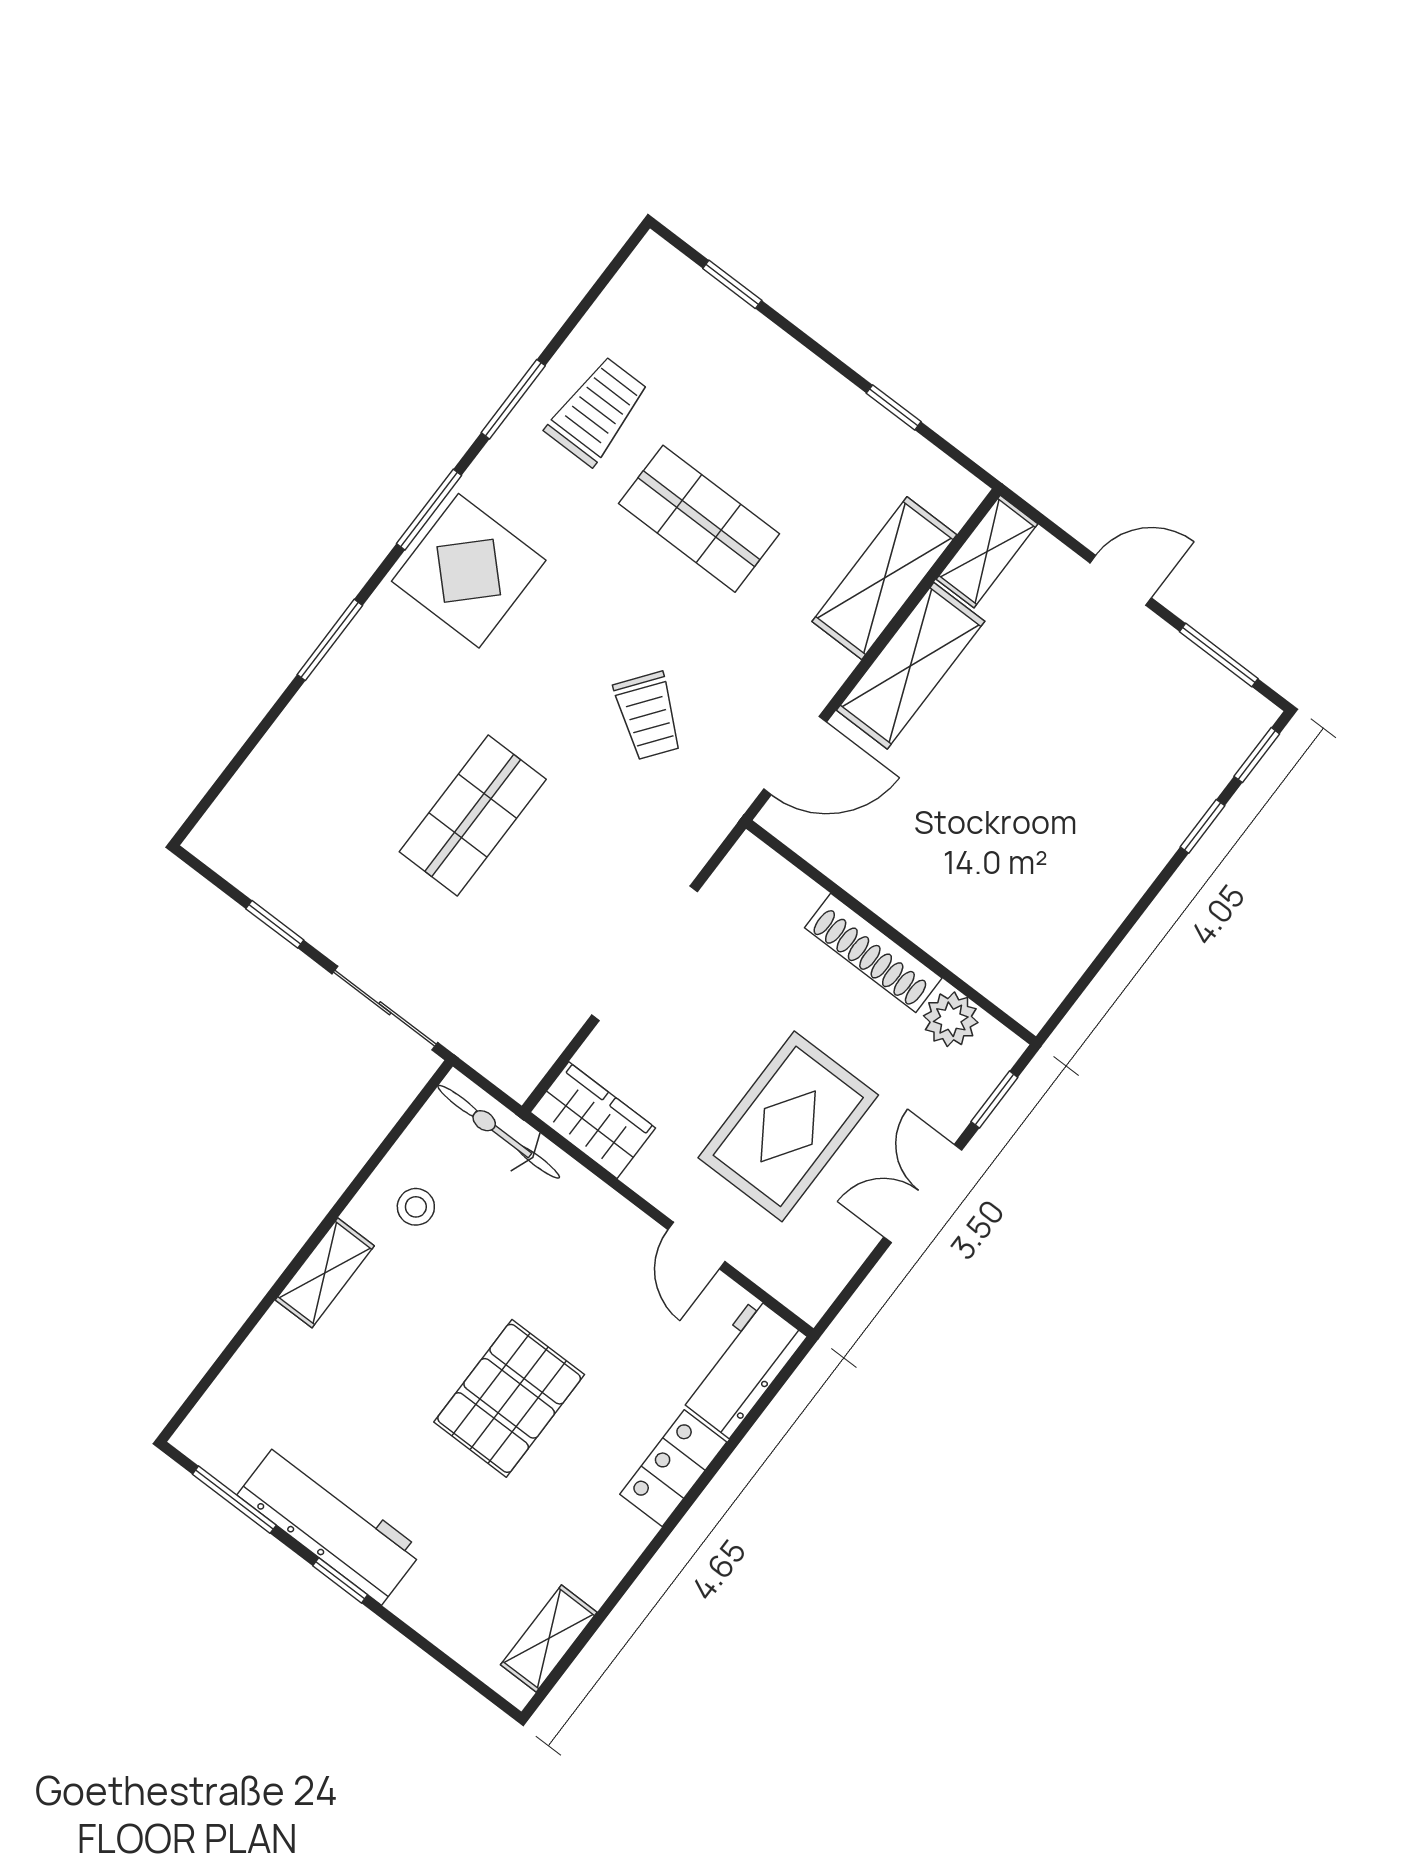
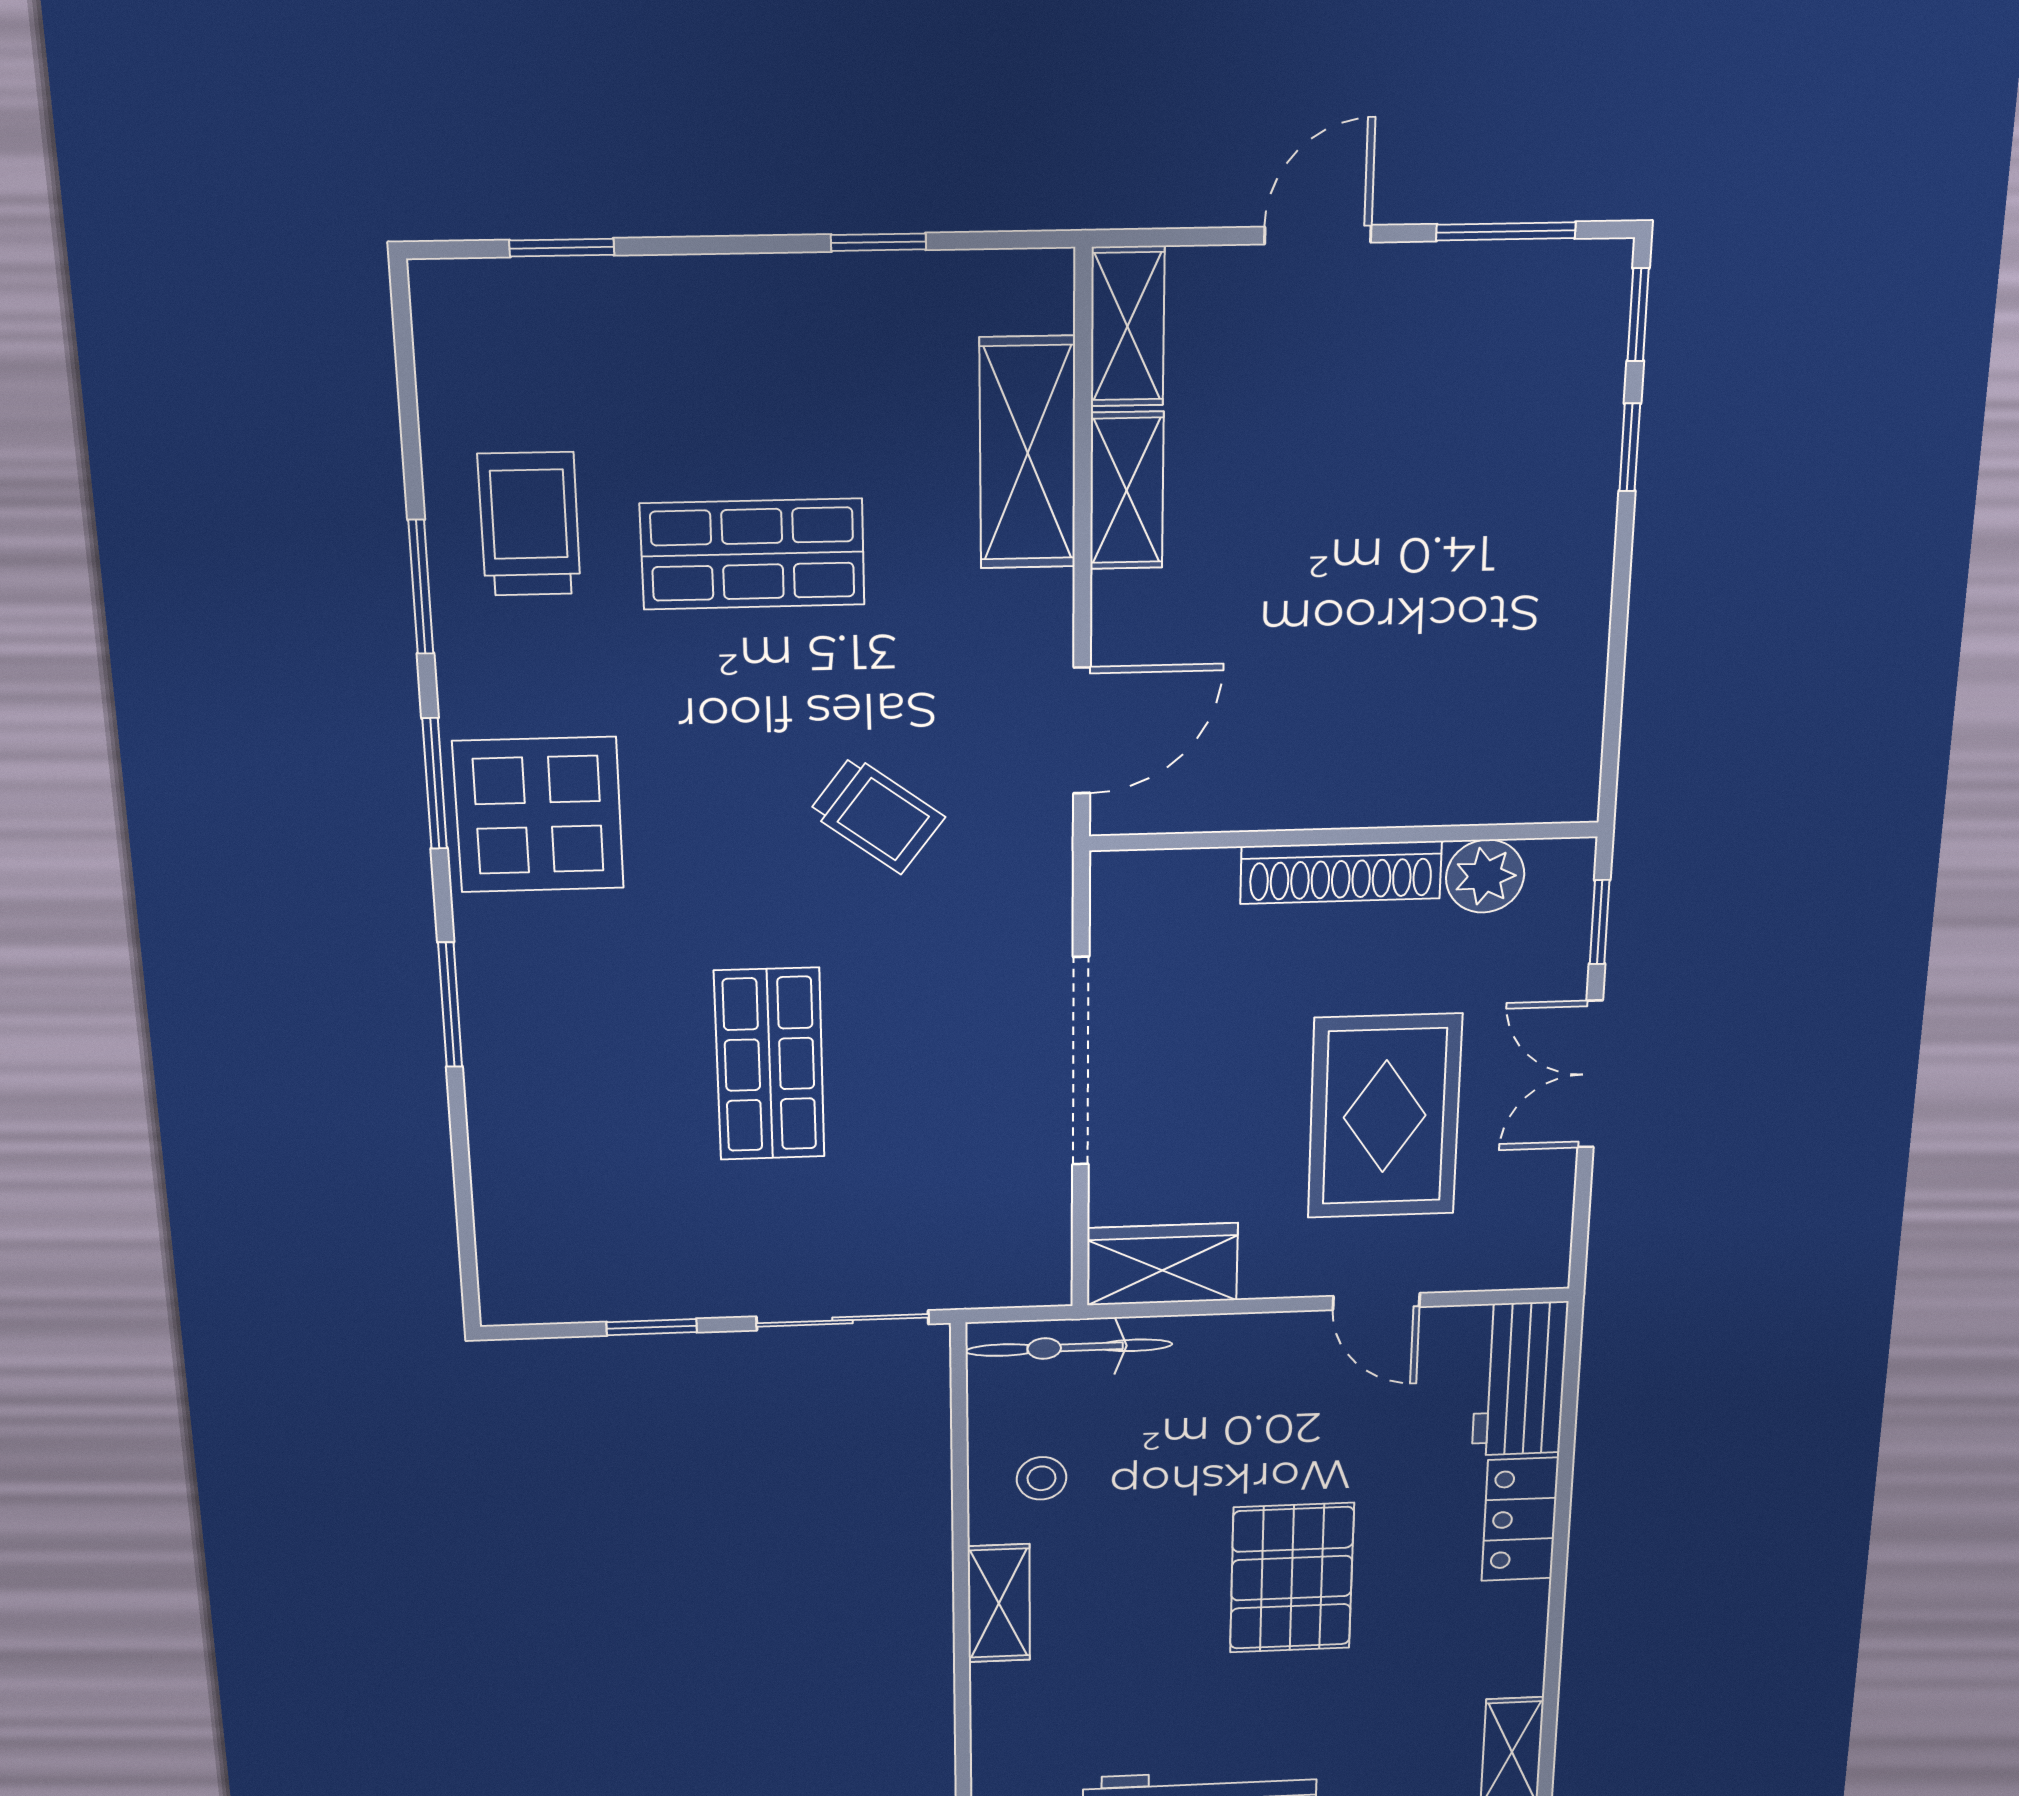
shelving: (911, 666) -> (1127, 491), width x0.67, depth x0.75

